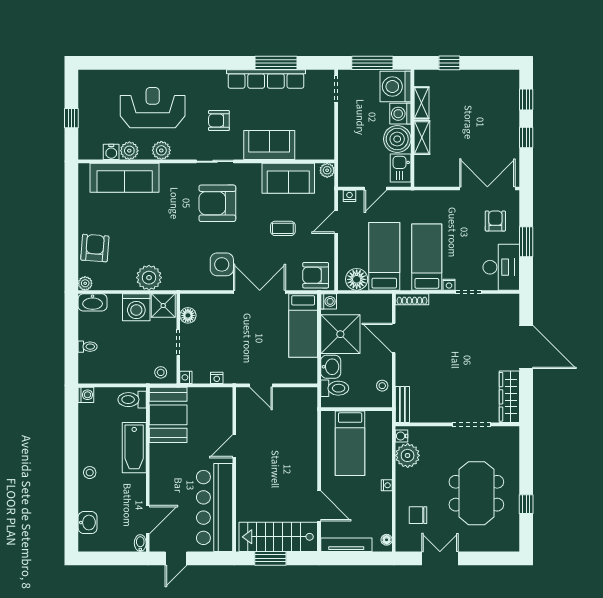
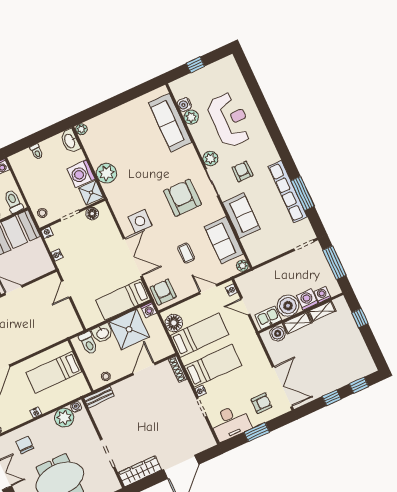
washing machine: (395, 87) -> (322, 295), width x0.53, depth x0.53
plant: (161, 150) -> (210, 159), moved
boiler: (424, 166) -> (278, 333), added
armchair: (95, 248) -> (110, 125), removed

